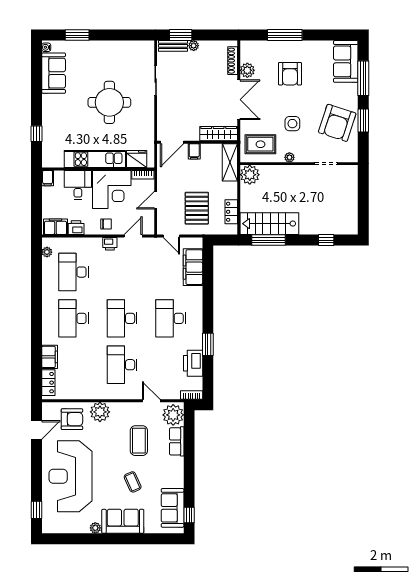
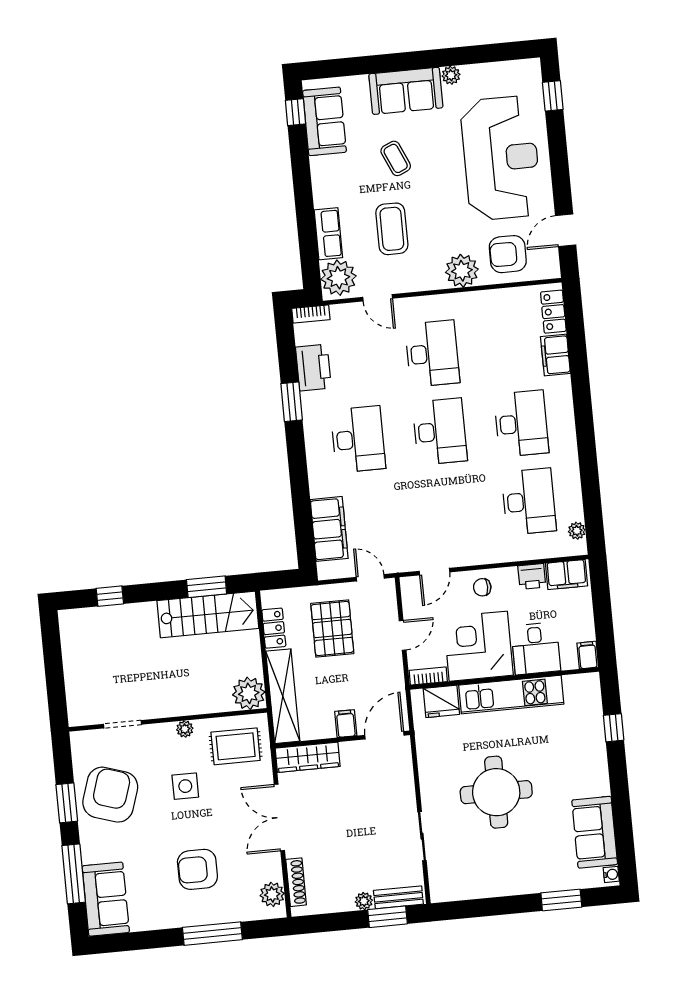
plant: (247, 70) -> (272, 894), moved
armchair: (290, 74) -> (197, 869), turned -90
shelving: (230, 162) -> (283, 696), width x1.47
window: (269, 240) -> (207, 587), width x0.69
printer: (110, 244) -> (472, 555), removed

